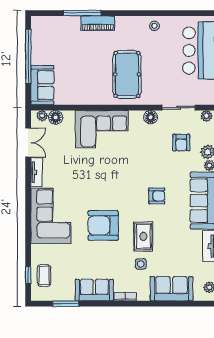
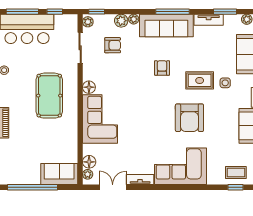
pool table: (127, 74) -> (49, 96), turned 90
floor lamp: (151, 117) -> (89, 87), moved

